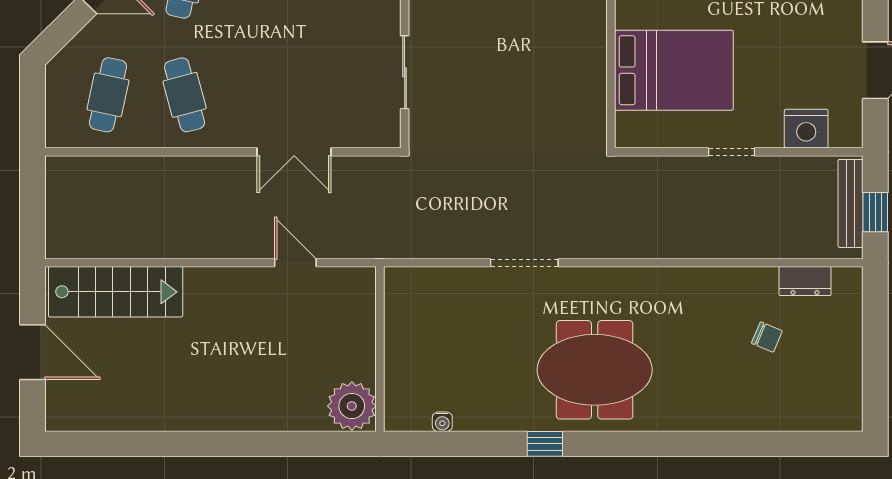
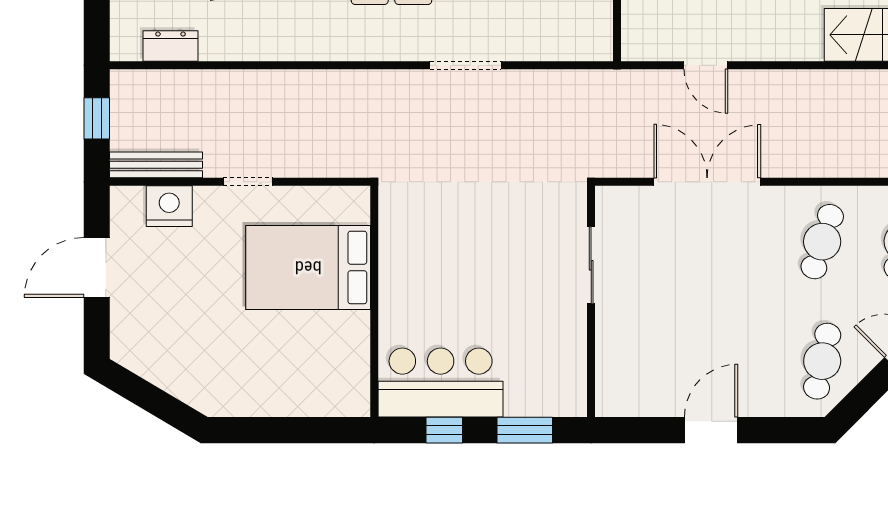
cafe table: (185, 95) -> (822, 242), turned 33
double door: (294, 152) -> (707, 182), width x1.37
bench: (851, 203) -> (156, 165), moved, turned 90

